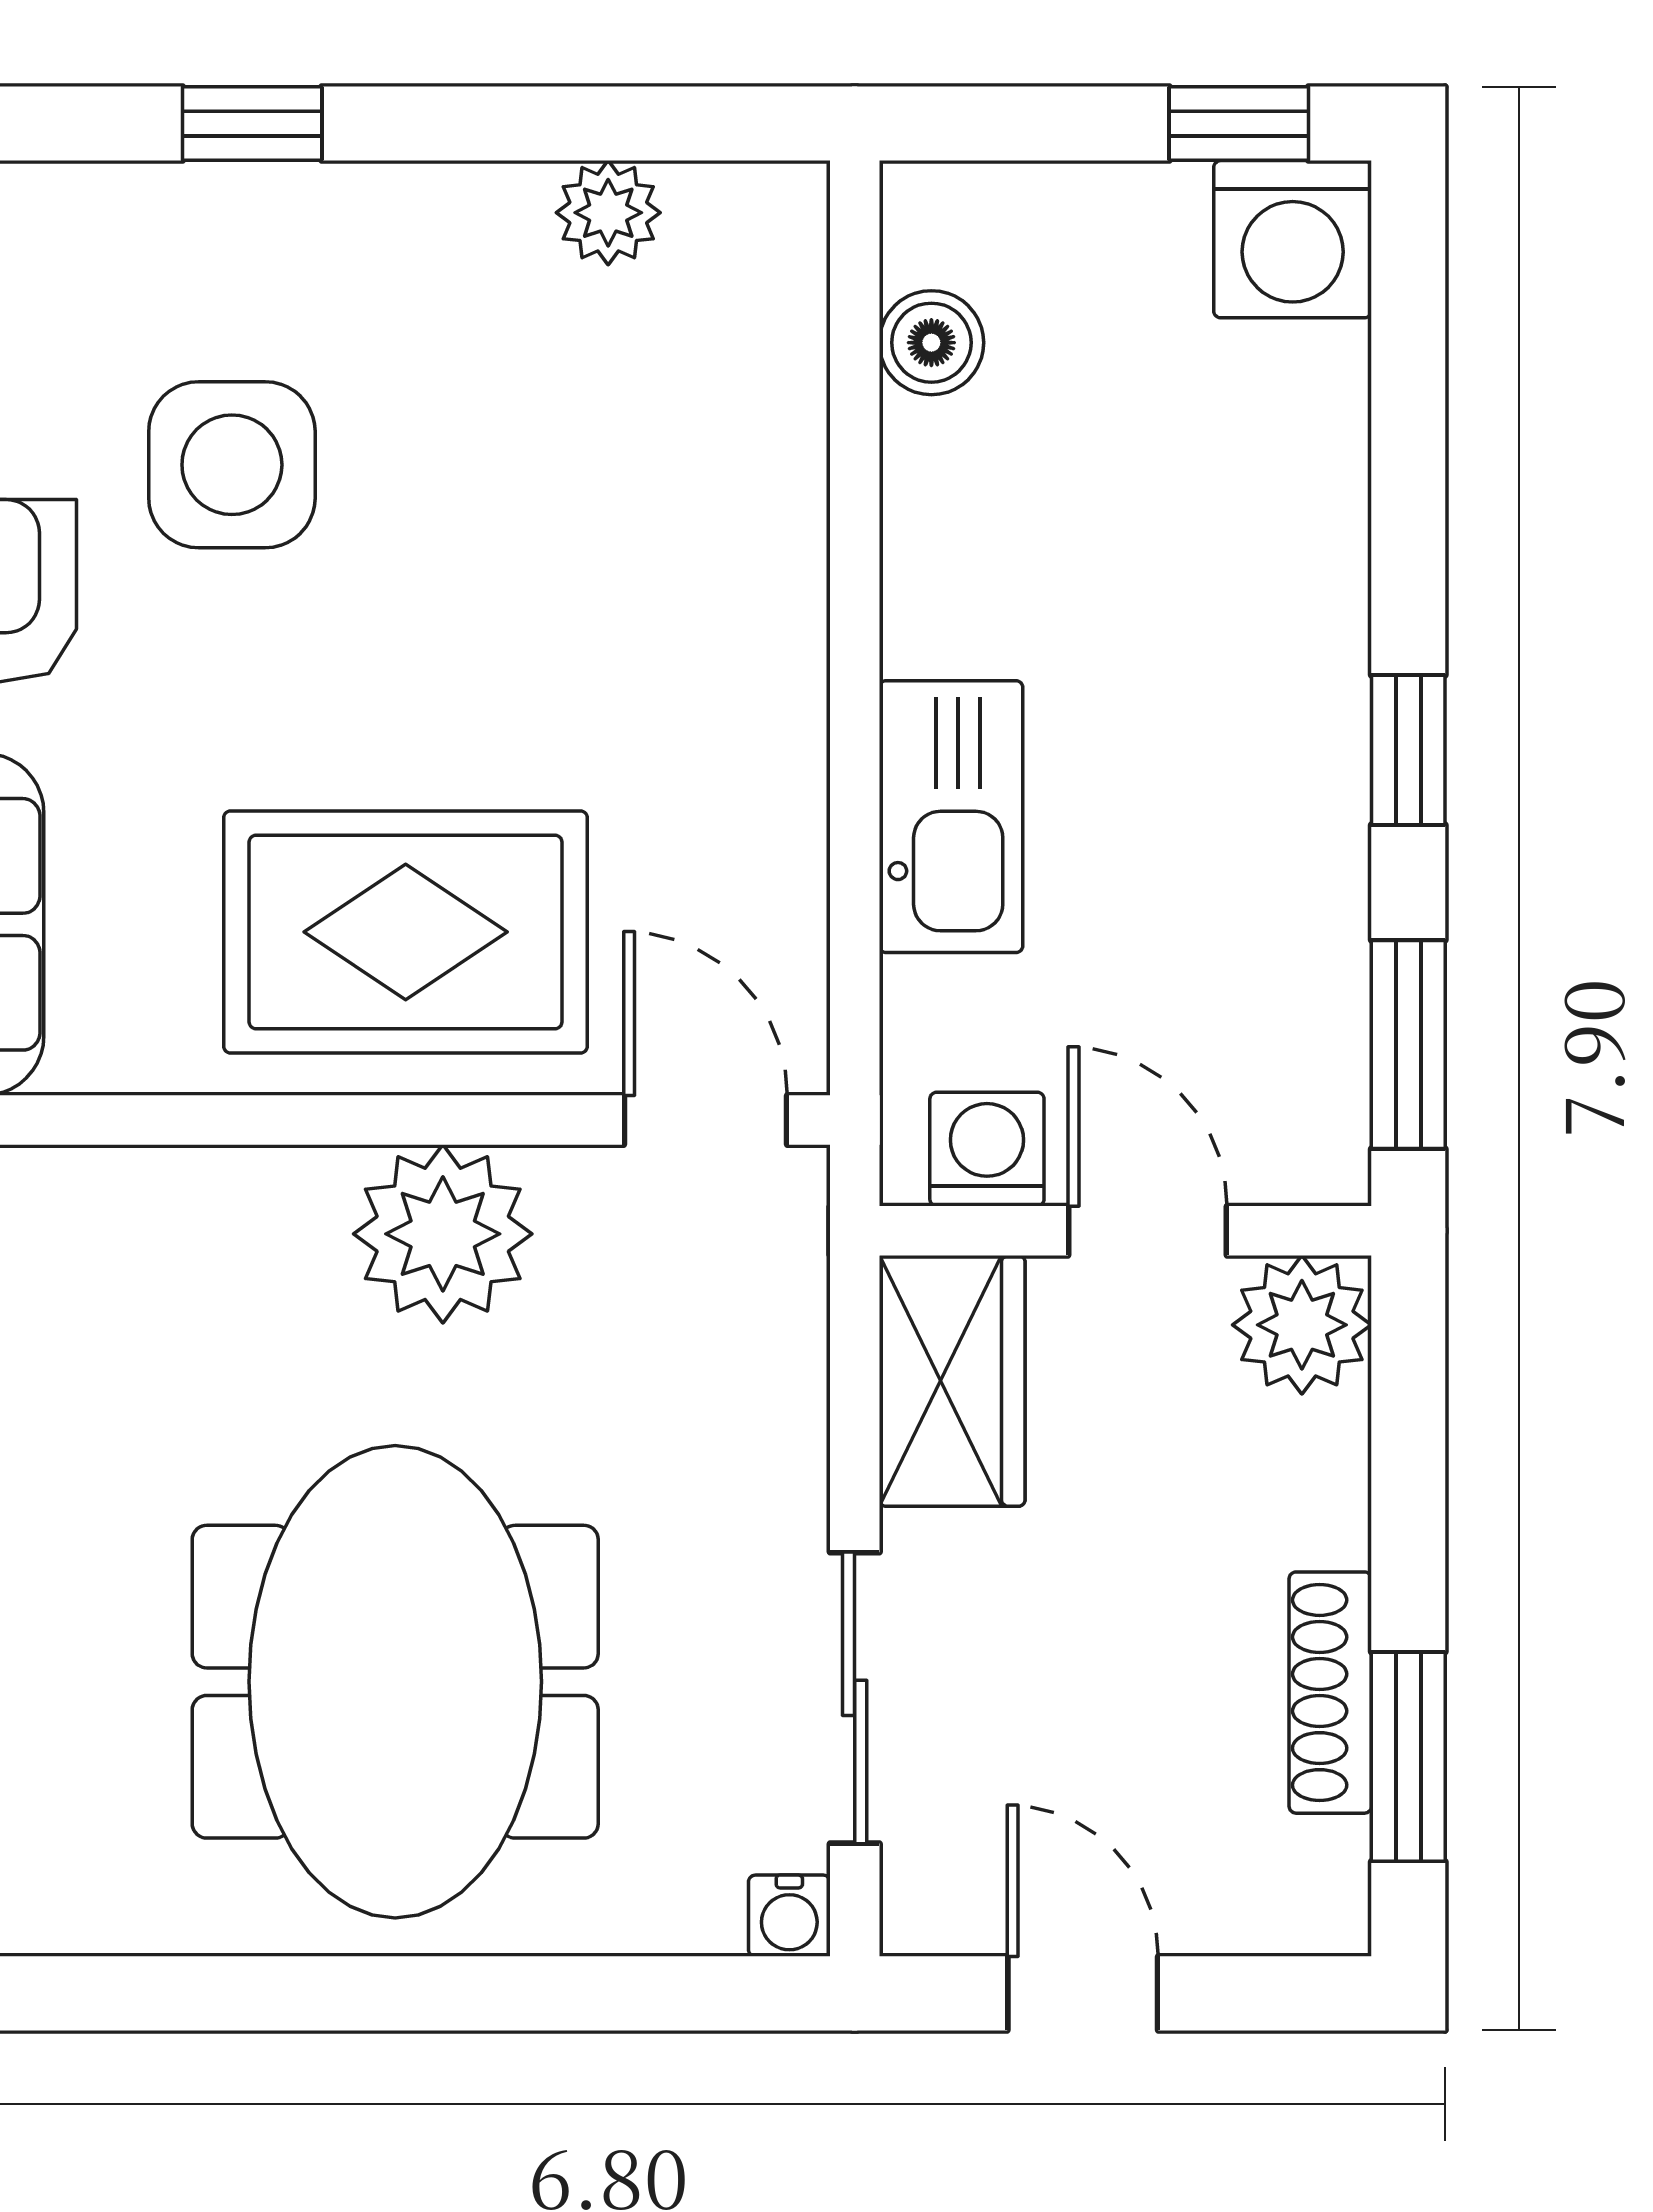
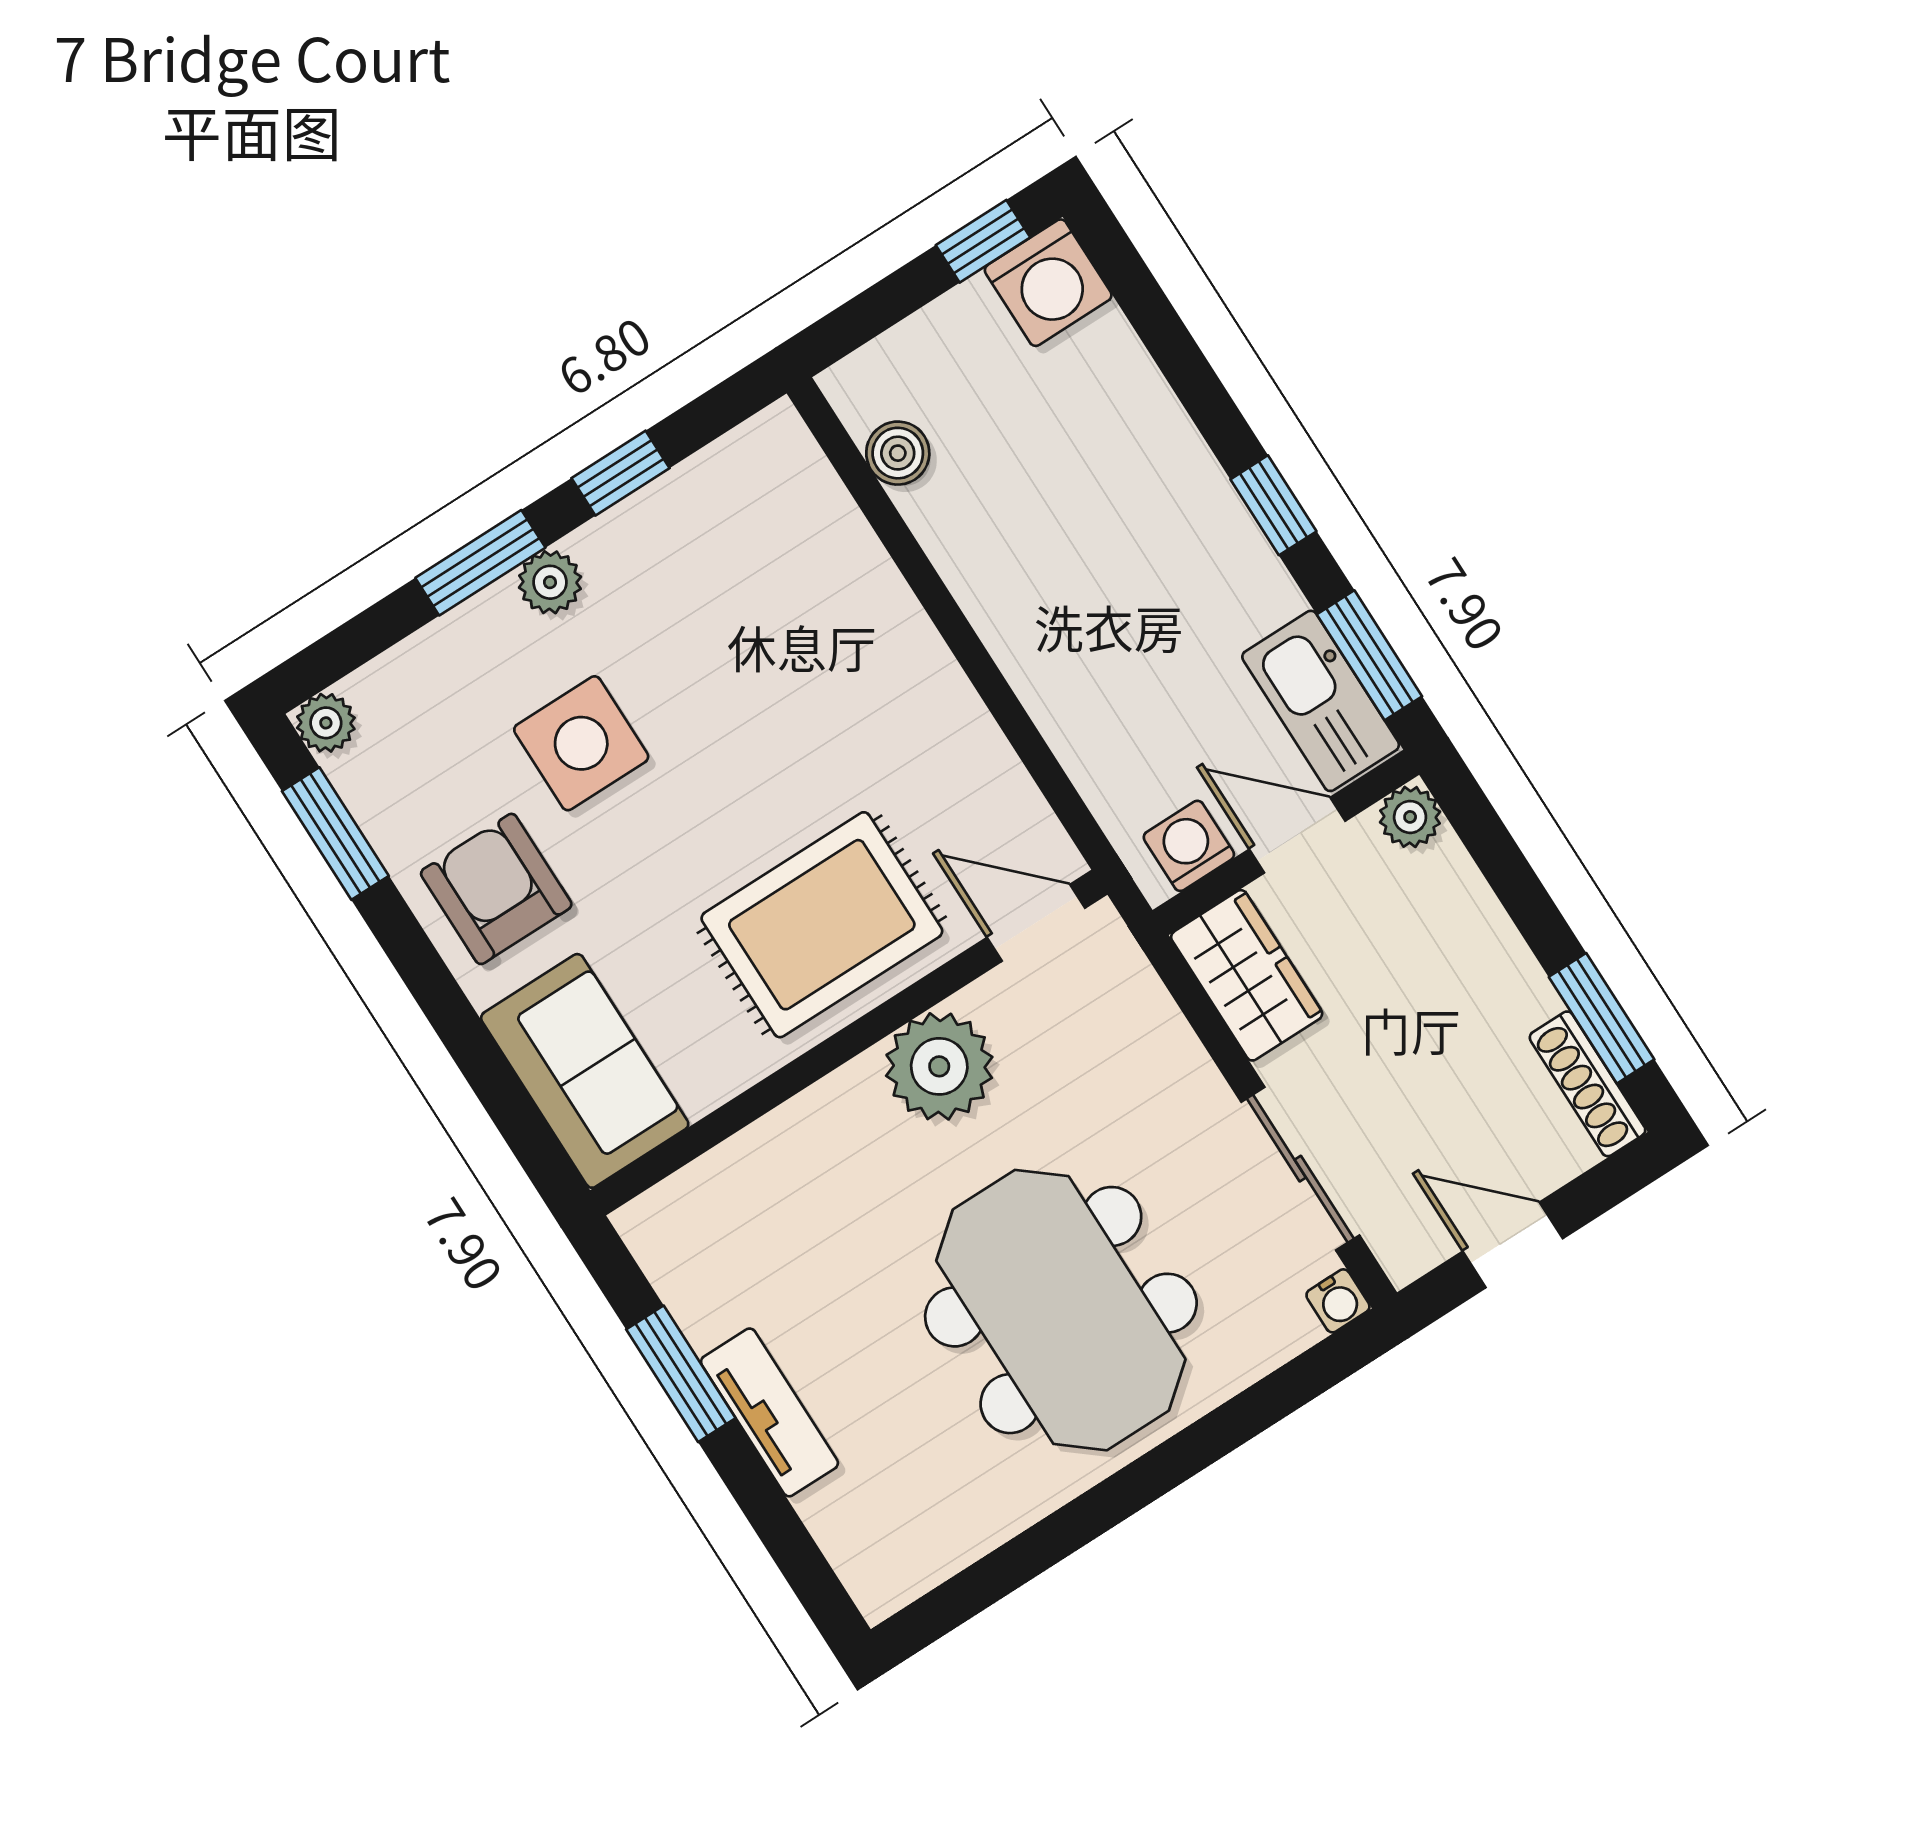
window: (252, 124) -> (480, 563), width x1.50
window: (527, 124) -> (620, 473), added
plant: (608, 213) -> (550, 582), moved
kitchen sink: (951, 817) -> (1321, 701), moved, turned 180
plant: (1302, 1325) -> (1410, 817), width x0.73, depth x0.73
shoe rack: (1330, 1693) -> (1588, 1084), moved

